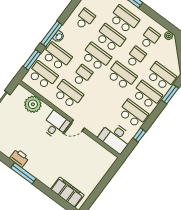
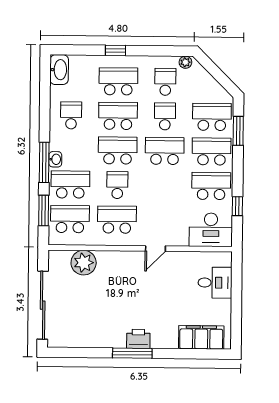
desk: (56, 125) -> (215, 283), moved, turned 90
printer: (19, 158) -> (138, 339), moved

